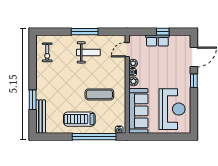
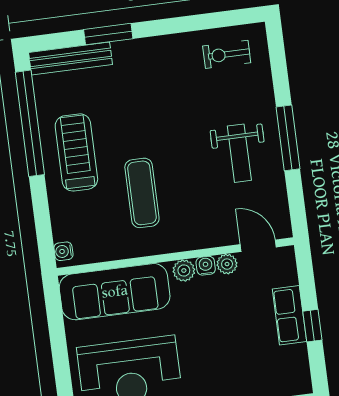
window: (94, 137) -> (30, 123), moved

